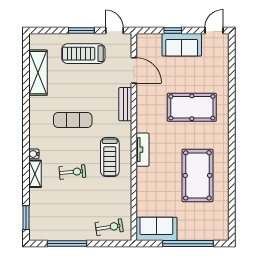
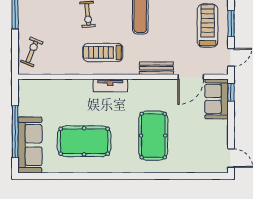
window: (173, 31) -> (231, 92), moved
sofa: (182, 45) -> (217, 99), moved
exercise bike: (109, 227) -> (32, 52), turned -149
sofa: (156, 229) -> (30, 145), moved, width x1.36

